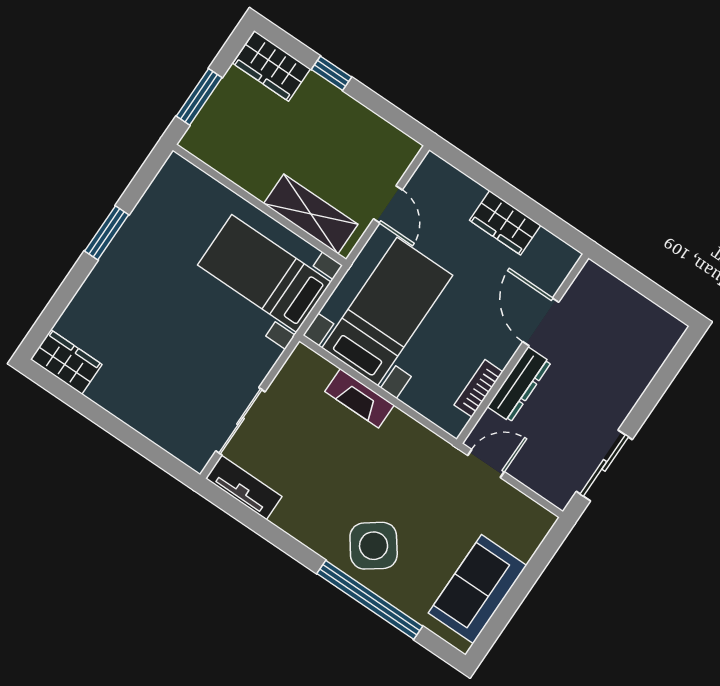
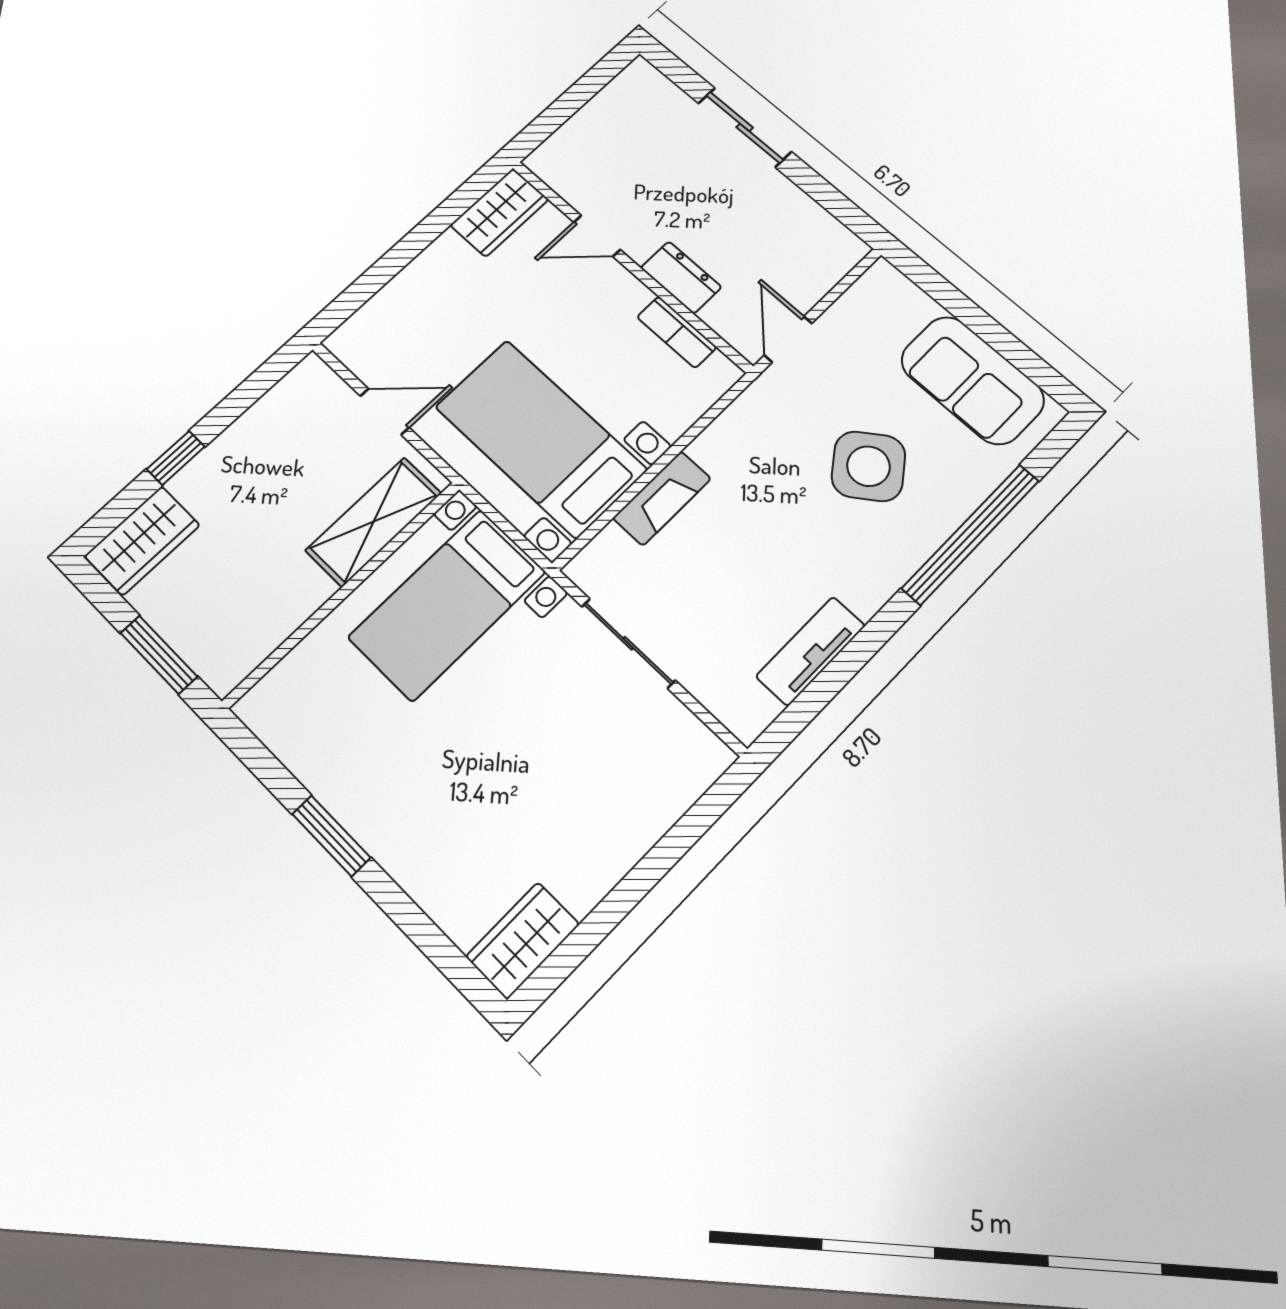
wardrobe: (505, 223) -> (499, 212), moved
door: (541, 322) -> (597, 236), width x0.73
dresser: (519, 385) -> (681, 277), width x0.70
sliding door: (240, 421) -> (628, 643), moved
sliding door: (604, 465) -> (745, 127), moved
tv unit: (244, 488) -> (811, 651), moved
side table: (374, 546) -> (868, 466), moved

